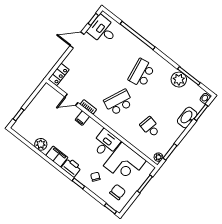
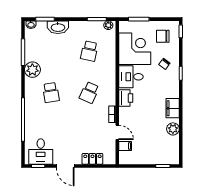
school desk: (141, 73) -> (51, 93), width x0.54
locker: (59, 74) -> (92, 159), moved
plant: (179, 80) -> (32, 70), moved
school desk: (119, 102) -> (89, 93), width x0.54
filing cabinet: (82, 118) -> (125, 146), moved
printer: (71, 168) -> (126, 98), moved, turned 180

